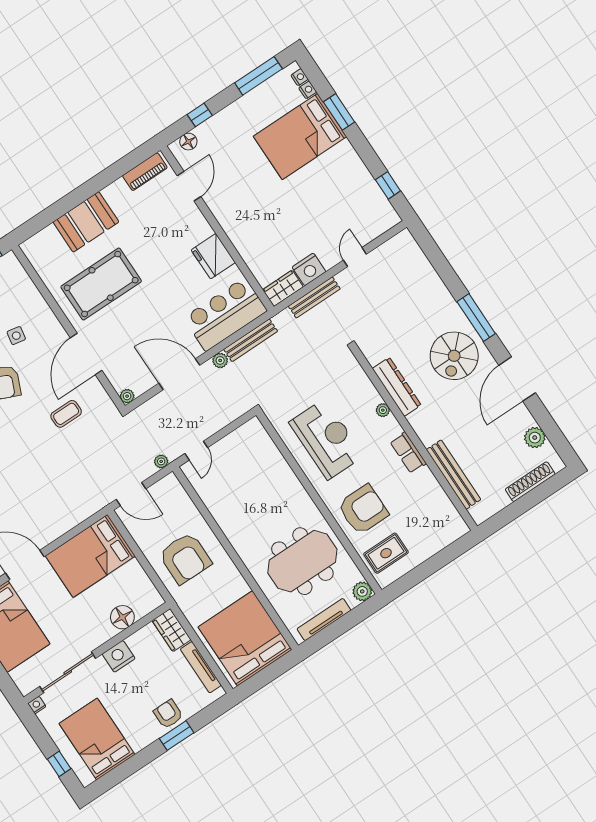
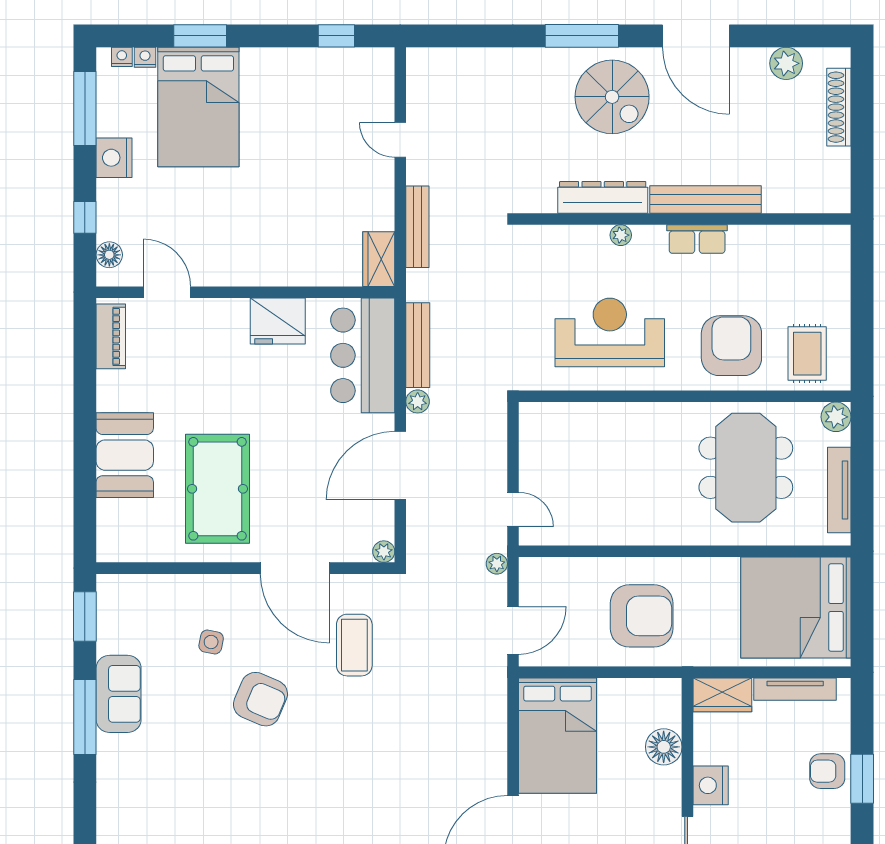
nightstand: (309, 269) -> (114, 158), moved, turned 180
coffee table: (66, 414) -> (354, 645), width x1.36, depth x1.30
bench: (454, 475) -> (705, 199), moved

